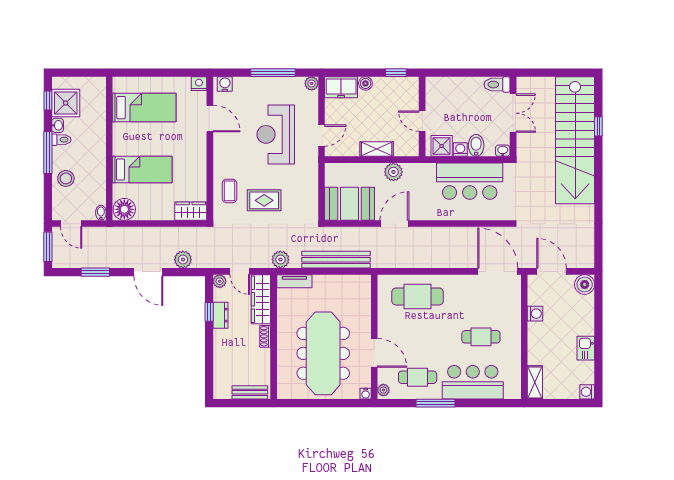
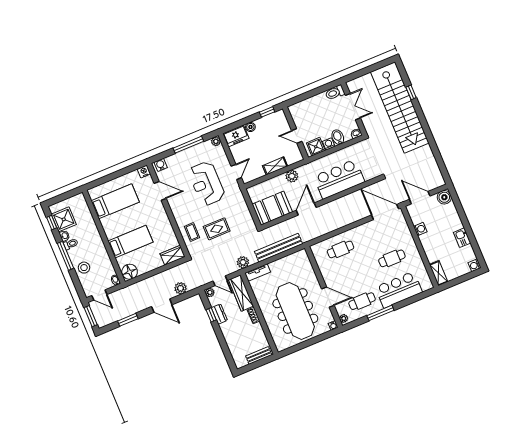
bar counter: (470, 181) -> (339, 179), moved, turned 180
cafe table: (418, 296) -> (341, 249), width x0.73, depth x0.74

